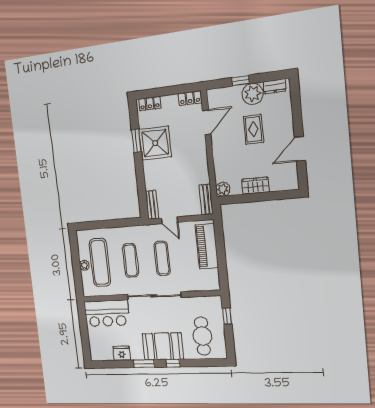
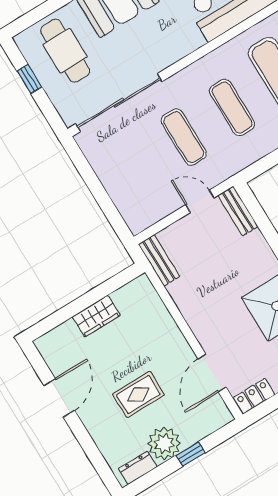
rug: (253, 129) -> (138, 394), turned 90
plant: (223, 189) -> (141, 288), removed
piano: (207, 246) -> (124, 191), removed
sliding door: (154, 296) -> (119, 103), moved
window: (227, 316) -> (29, 79), moved

